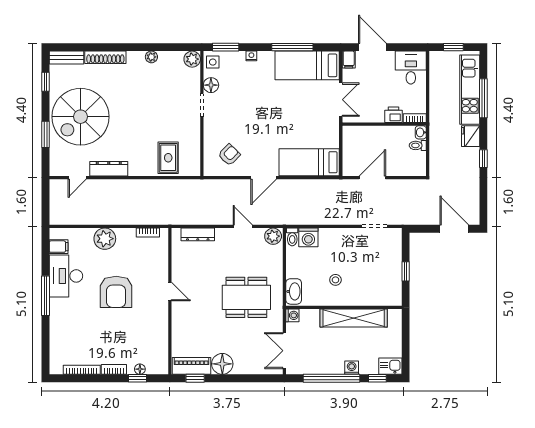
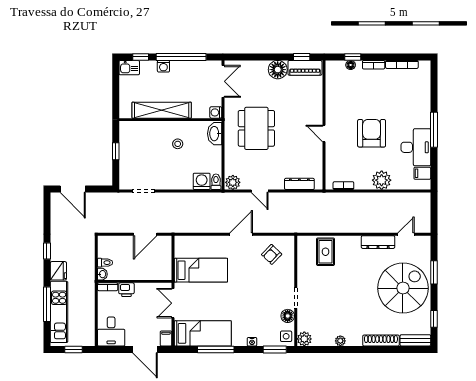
bed: (309, 162) -> (201, 270), moved
dining table: (246, 297) -> (256, 128), turned 90

